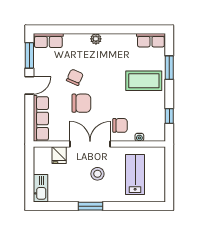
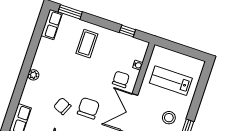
window: (169, 68) -> (70, 12), moved
coffee table: (144, 81) -> (87, 44), width x0.73, depth x0.76
stool: (97, 174) -> (169, 118), moved

